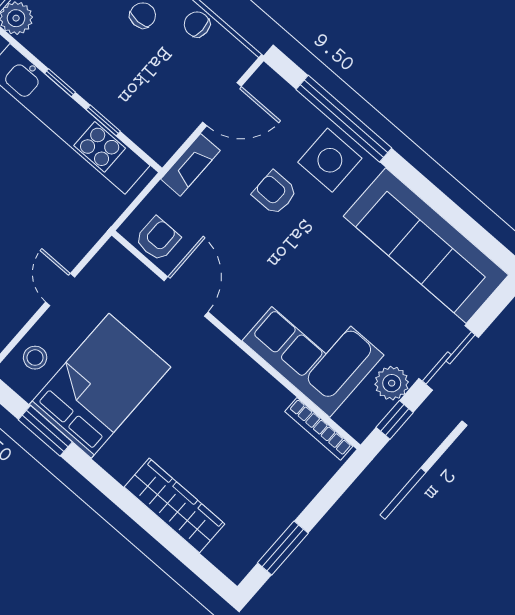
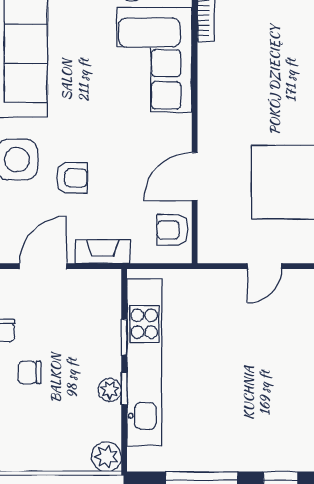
plant: (70, 70) -> (110, 390), added
door: (222, 104) -> (43, 266), hinge flipped
armchair: (275, 193) -> (72, 178), turned -90

